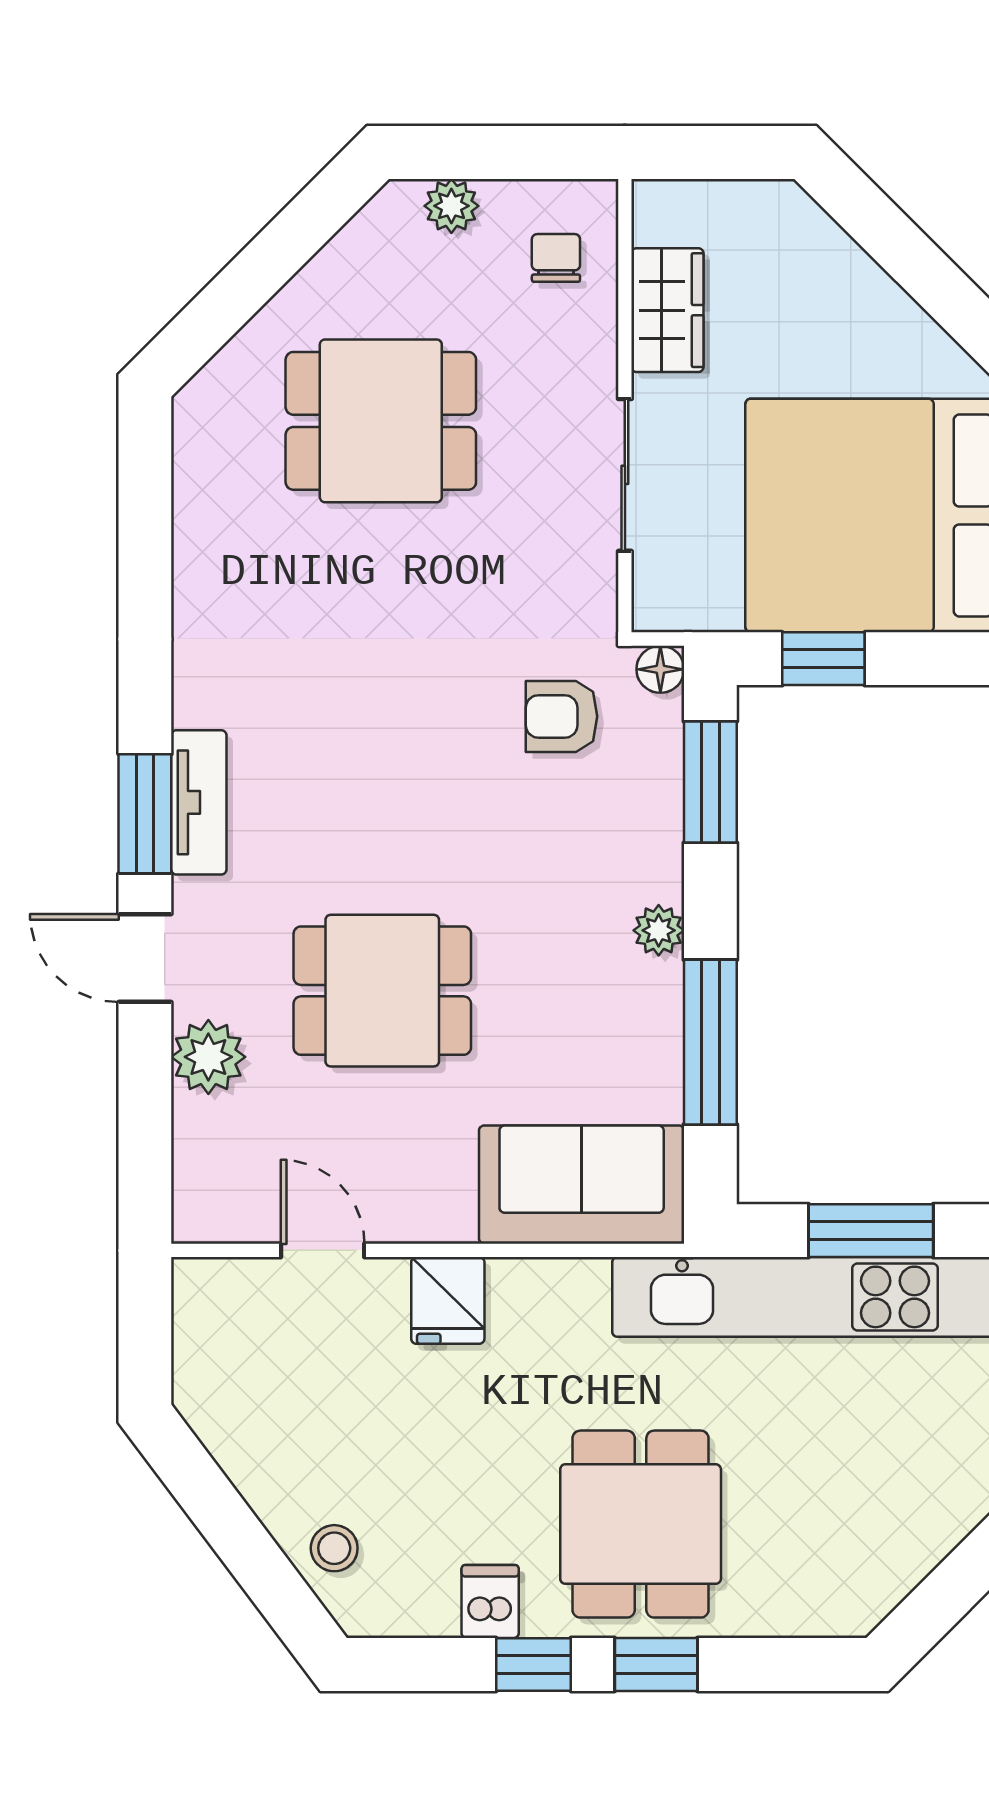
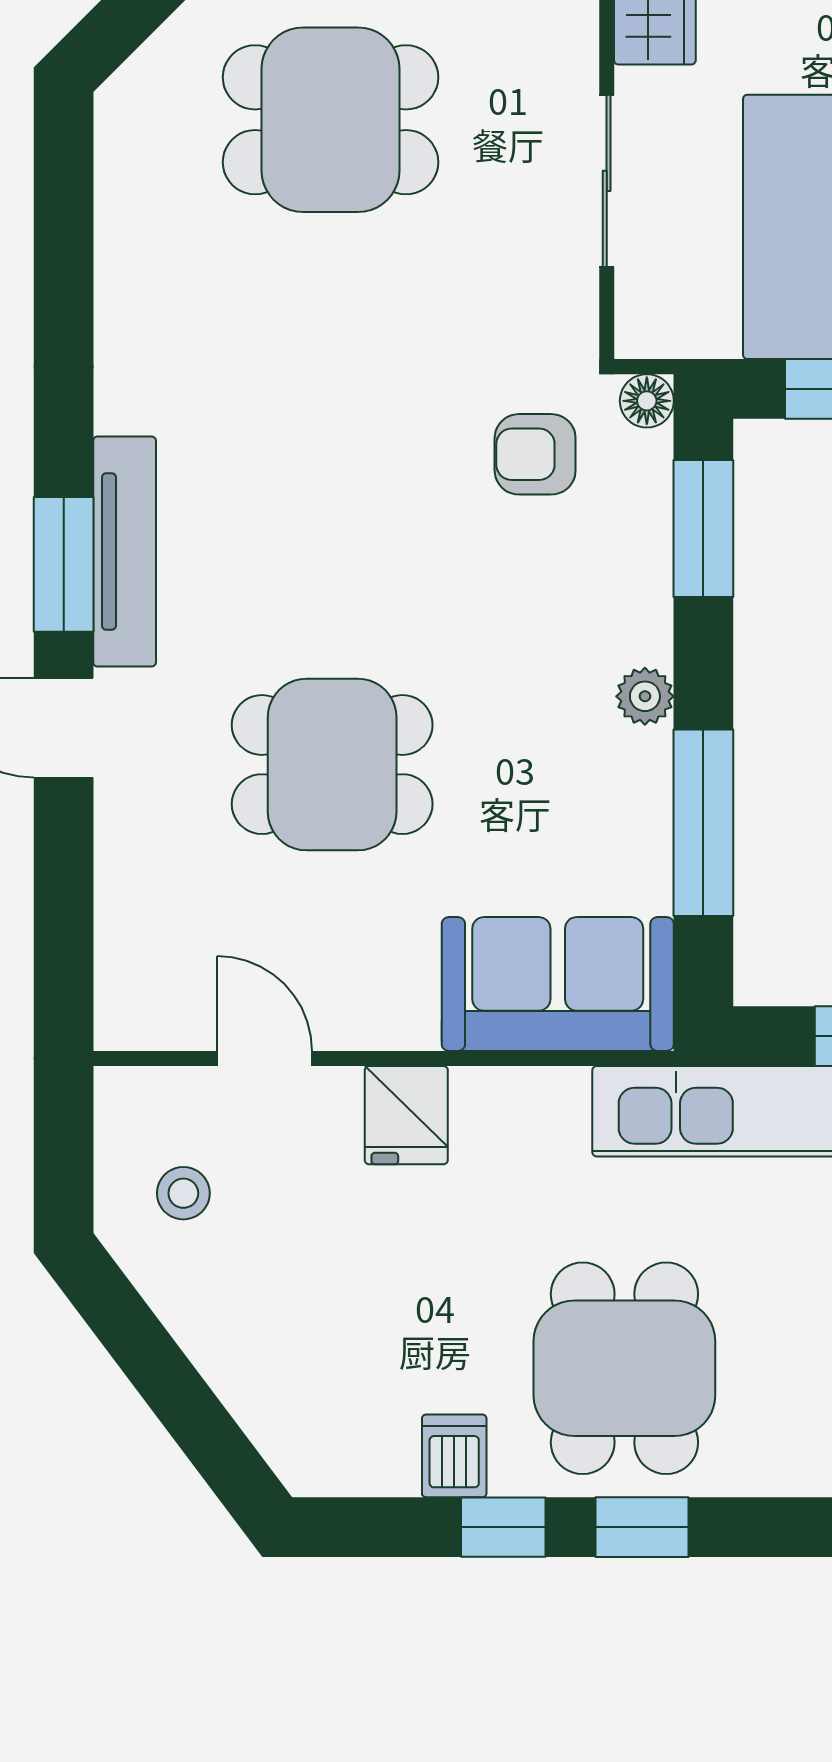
tv unit: (199, 802) -> (125, 551), width x1.41
plant: (208, 1057) -> (135, 840), removed
stool: (334, 1548) -> (183, 1193), moved

